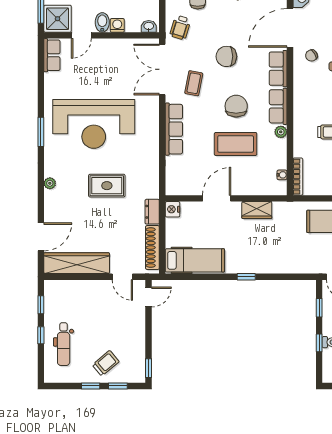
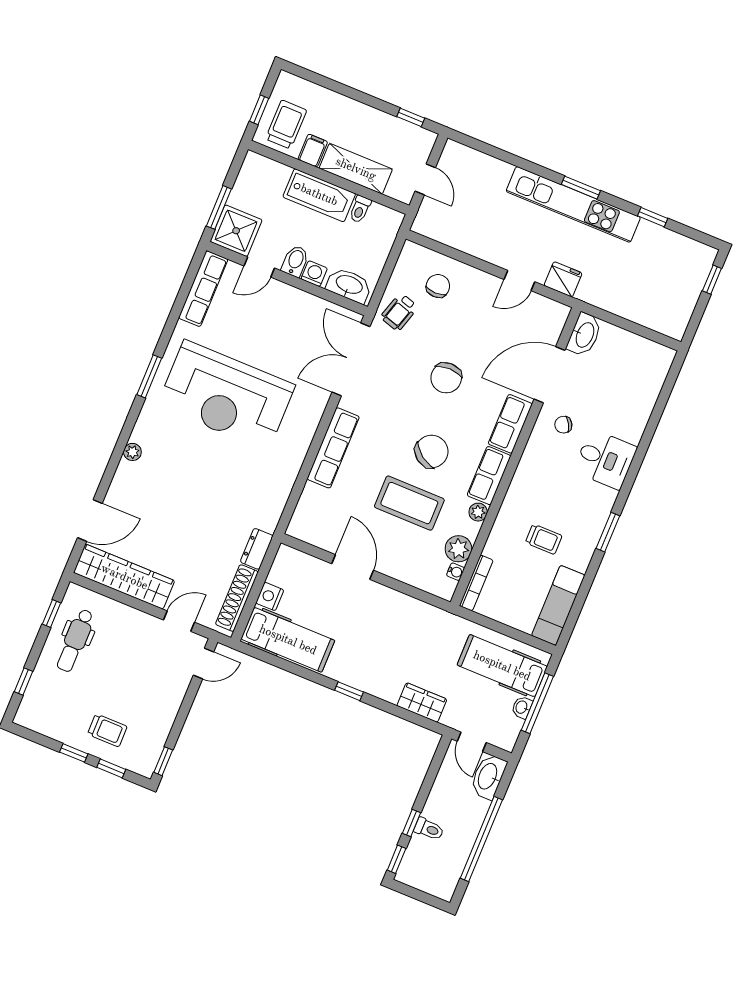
washbasin: (149, 26) -> (349, 285), width x1.91, depth x1.45
row of seats: (52, 55) -> (203, 289), width x1.48
chair: (226, 56) -> (446, 378), turned -90
coffee table: (194, 83) -> (386, 396), removed
chair: (236, 106) -> (432, 452), turned 36
plant: (278, 160) -> (458, 549), added
rug: (107, 186) -> (209, 487), removed
door: (217, 198) -> (353, 567), hinge flipped
nightstand: (173, 209) -> (270, 596), moved
wardrobe: (257, 210) -> (422, 703), moved, turned 180
door: (122, 277) -> (179, 621), swing flipped
window: (319, 308) -> (397, 859), moved
window: (41, 335) -> (23, 681), moved
dental chair: (64, 344) -> (75, 640), moved
trolley: (106, 363) -> (107, 730), turned 40

